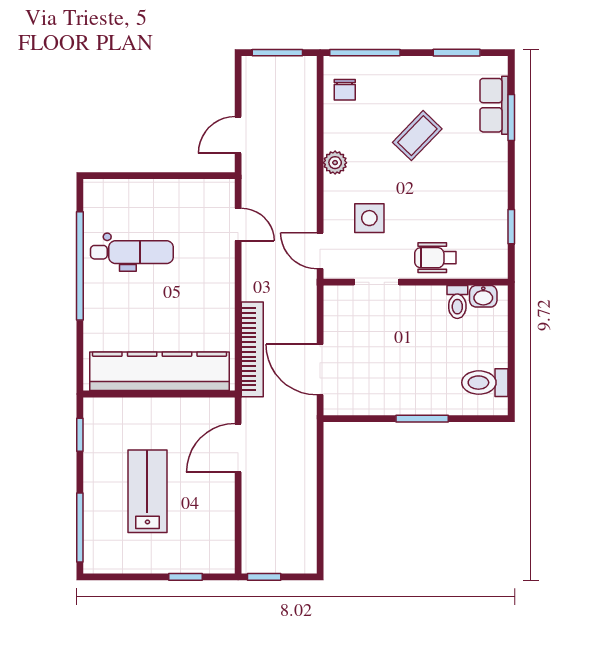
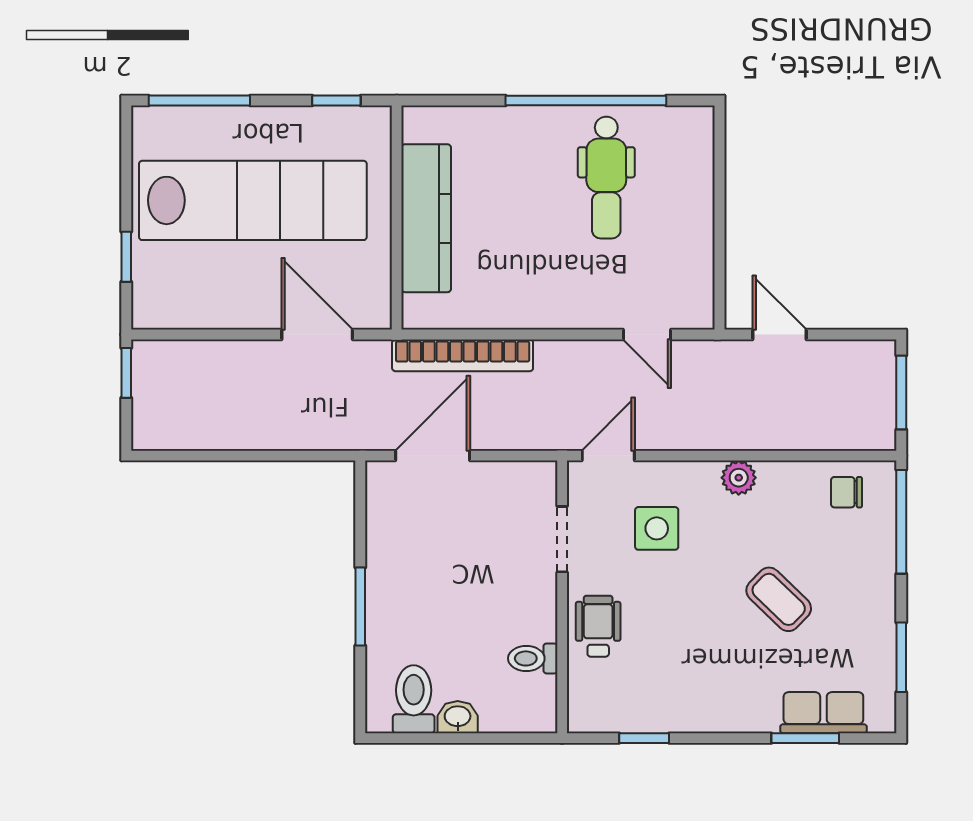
door: (238, 225) -> (647, 335), hinge flipped
washbasin: (483, 296) -> (458, 717), moved, turned 90
kitchen counter: (160, 371) -> (426, 218), width x0.72, depth x0.86
lab bench: (147, 491) -> (253, 200), width x1.86, depth x1.39

